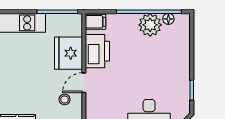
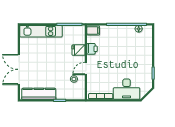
plant: (150, 25) -> (127, 32), removed
printer: (97, 51) -> (92, 49), width x0.53, depth x0.68
fridge: (68, 53) -> (79, 50), width x0.53, depth x0.75

